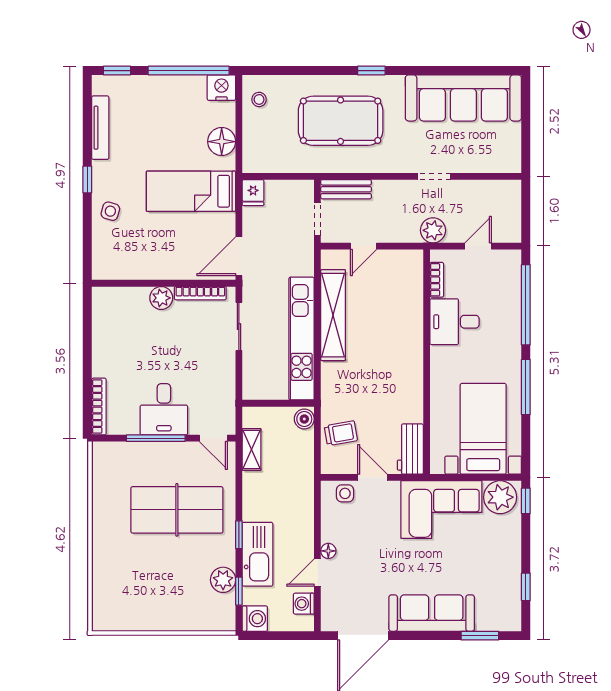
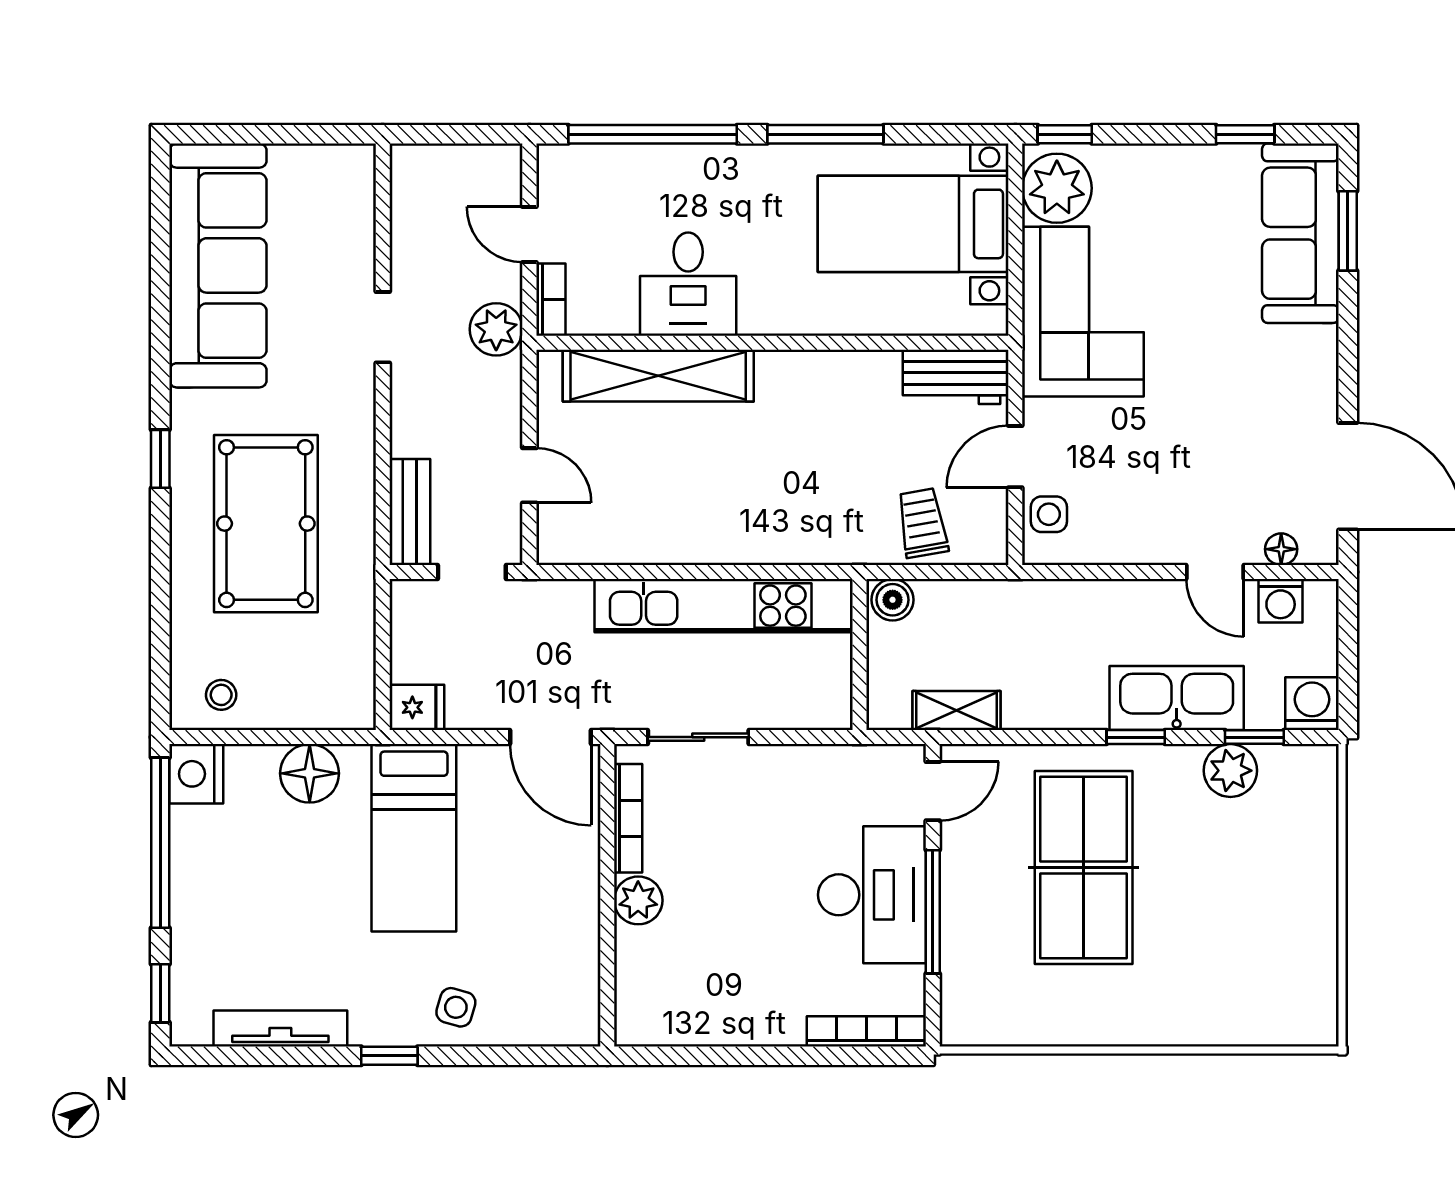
bookcase: (437, 280) -> (551, 300), moved, turned 90
shelving: (333, 315) -> (658, 376), moved
desk: (164, 409) -> (872, 895), width x1.37
floor lamp: (328, 551) -> (1281, 549), moved
sofa: (432, 613) -> (1300, 233), moved

